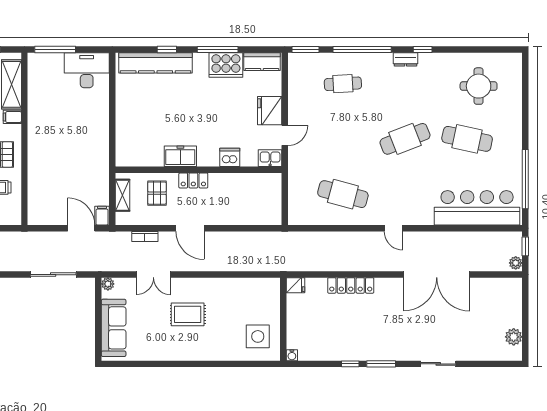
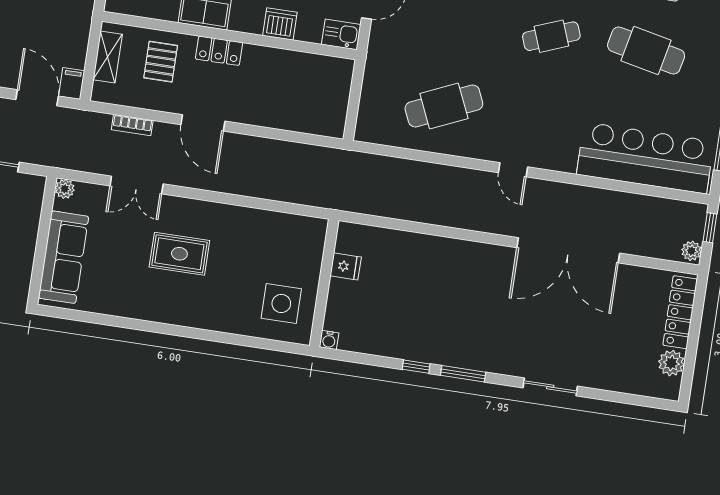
cafe table: (405, 139) -> (551, 36), width x0.73, depth x0.74
cafe table: (343, 194) -> (444, 106), turned -39
fridge: (295, 285) -> (346, 266), moved
locker: (351, 285) -> (680, 312), moved, turned 90

